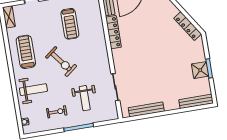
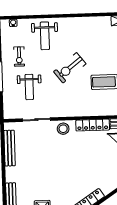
treadmill: (26, 52) -> (84, 33), removed
stool: (121, 60) -> (63, 129), added
weight bench: (85, 98) -> (29, 87), turned -90

